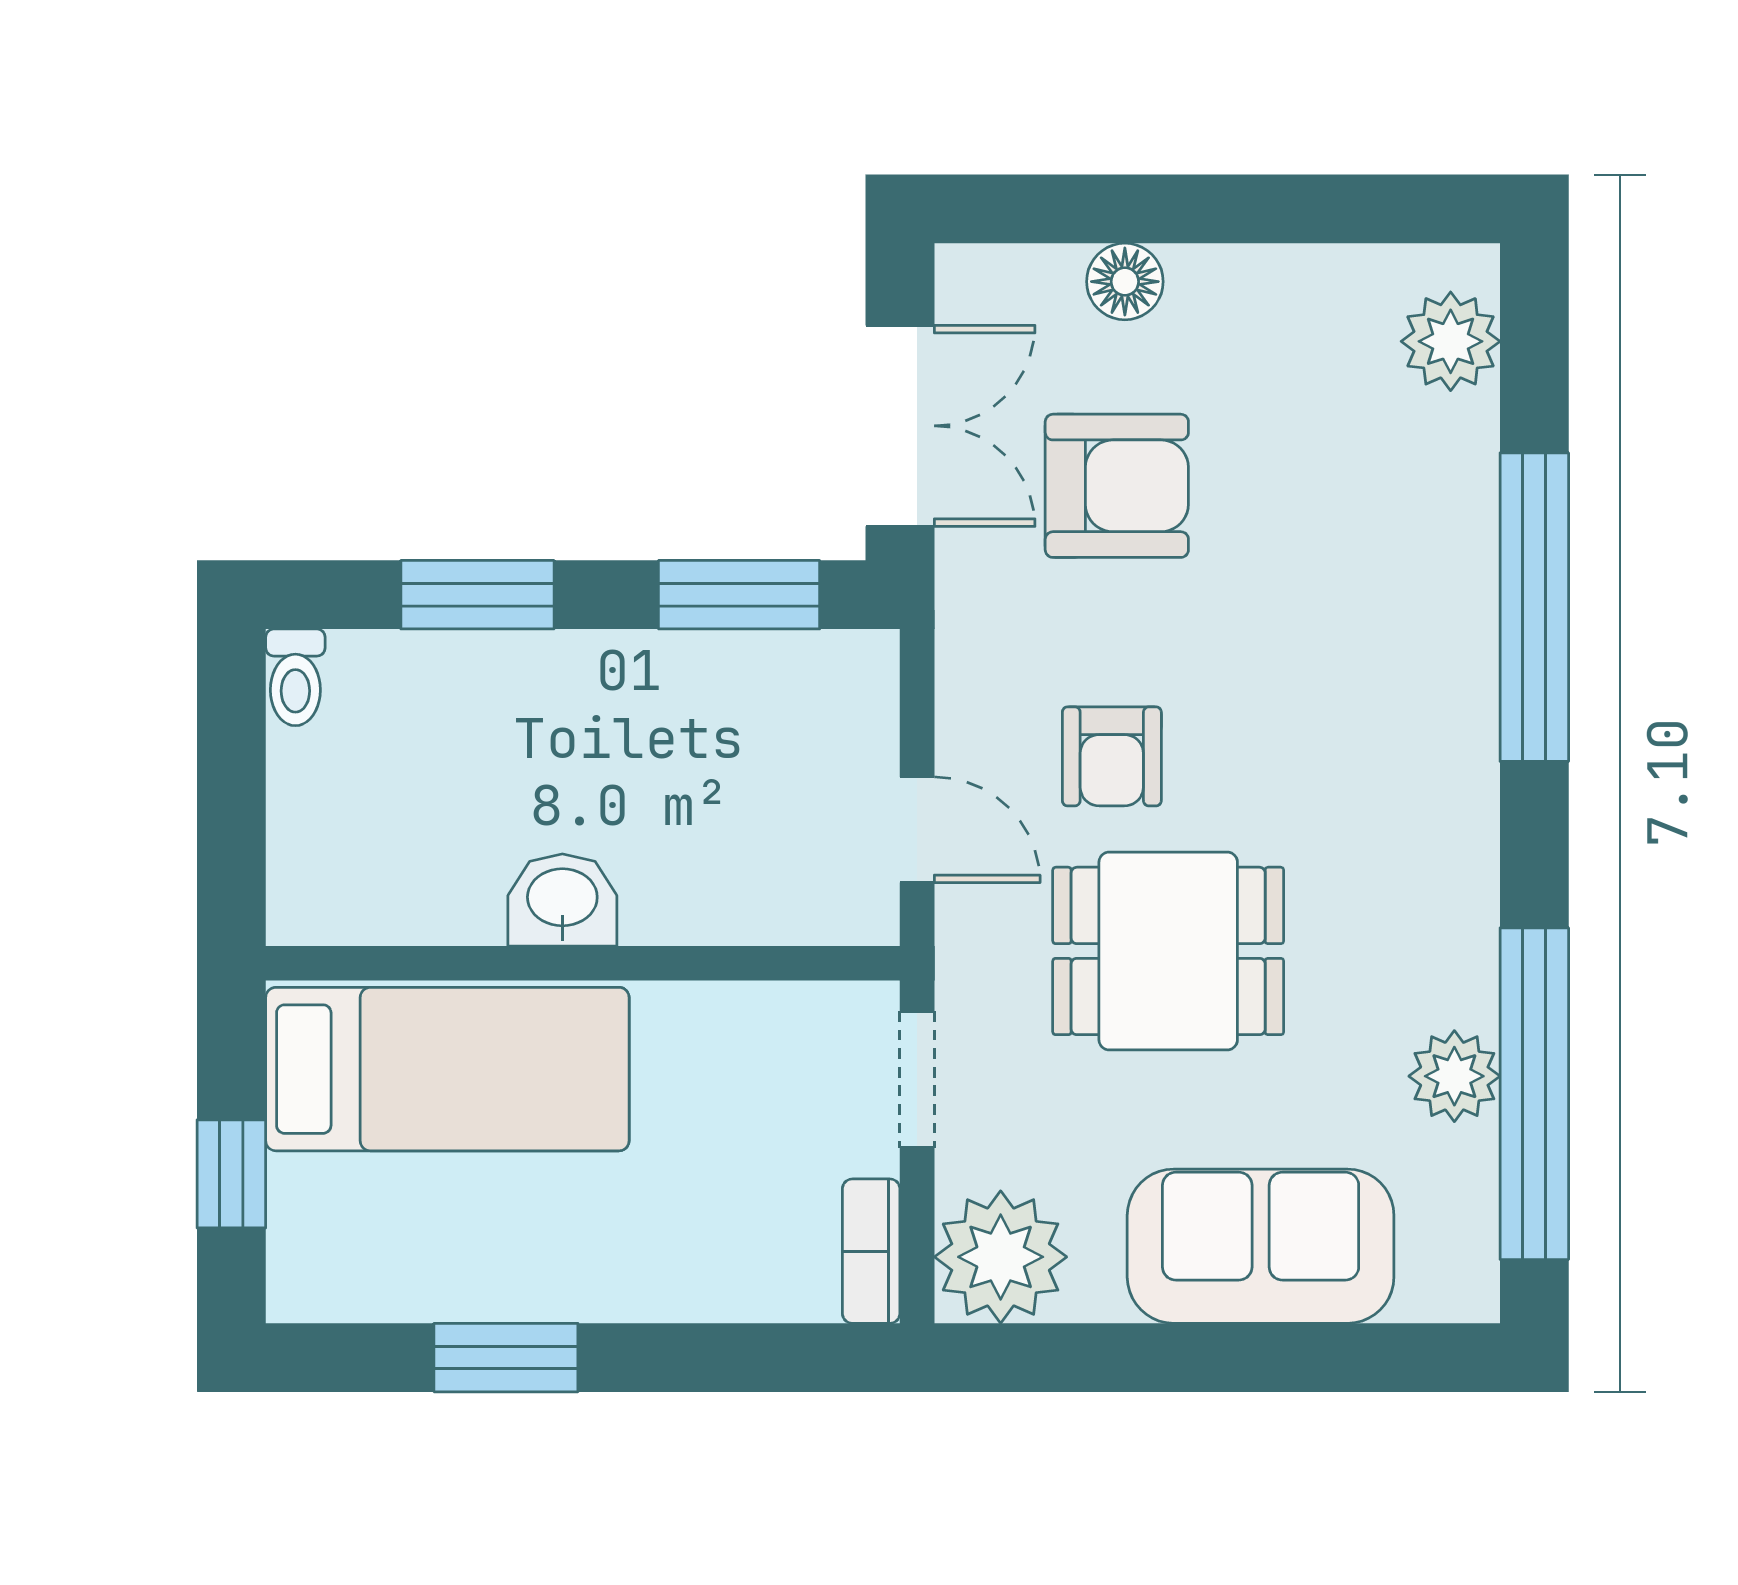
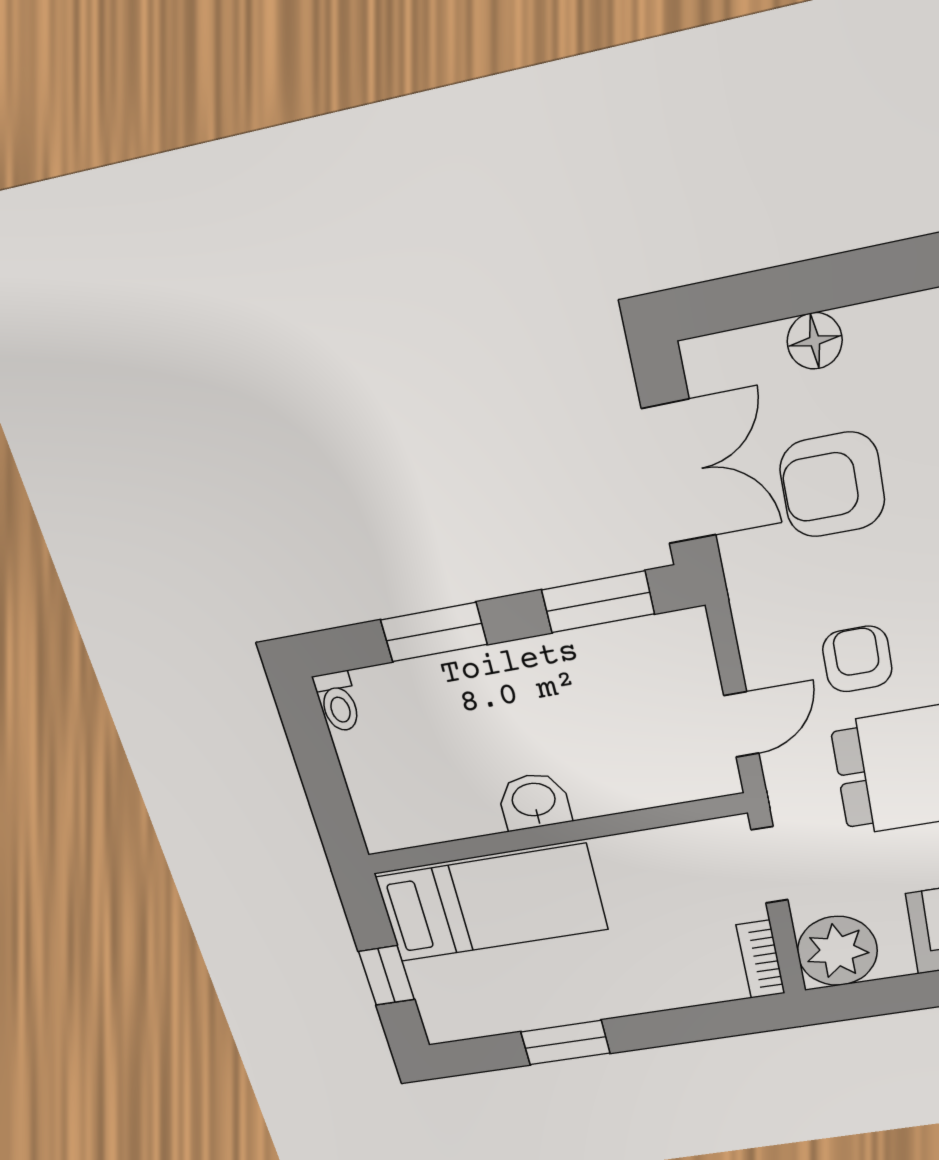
armchair: (1117, 486) -> (832, 485), turned 180
armchair: (1112, 756) -> (857, 659), turned 180
door: (917, 830) -> (741, 724), hinge flipped

